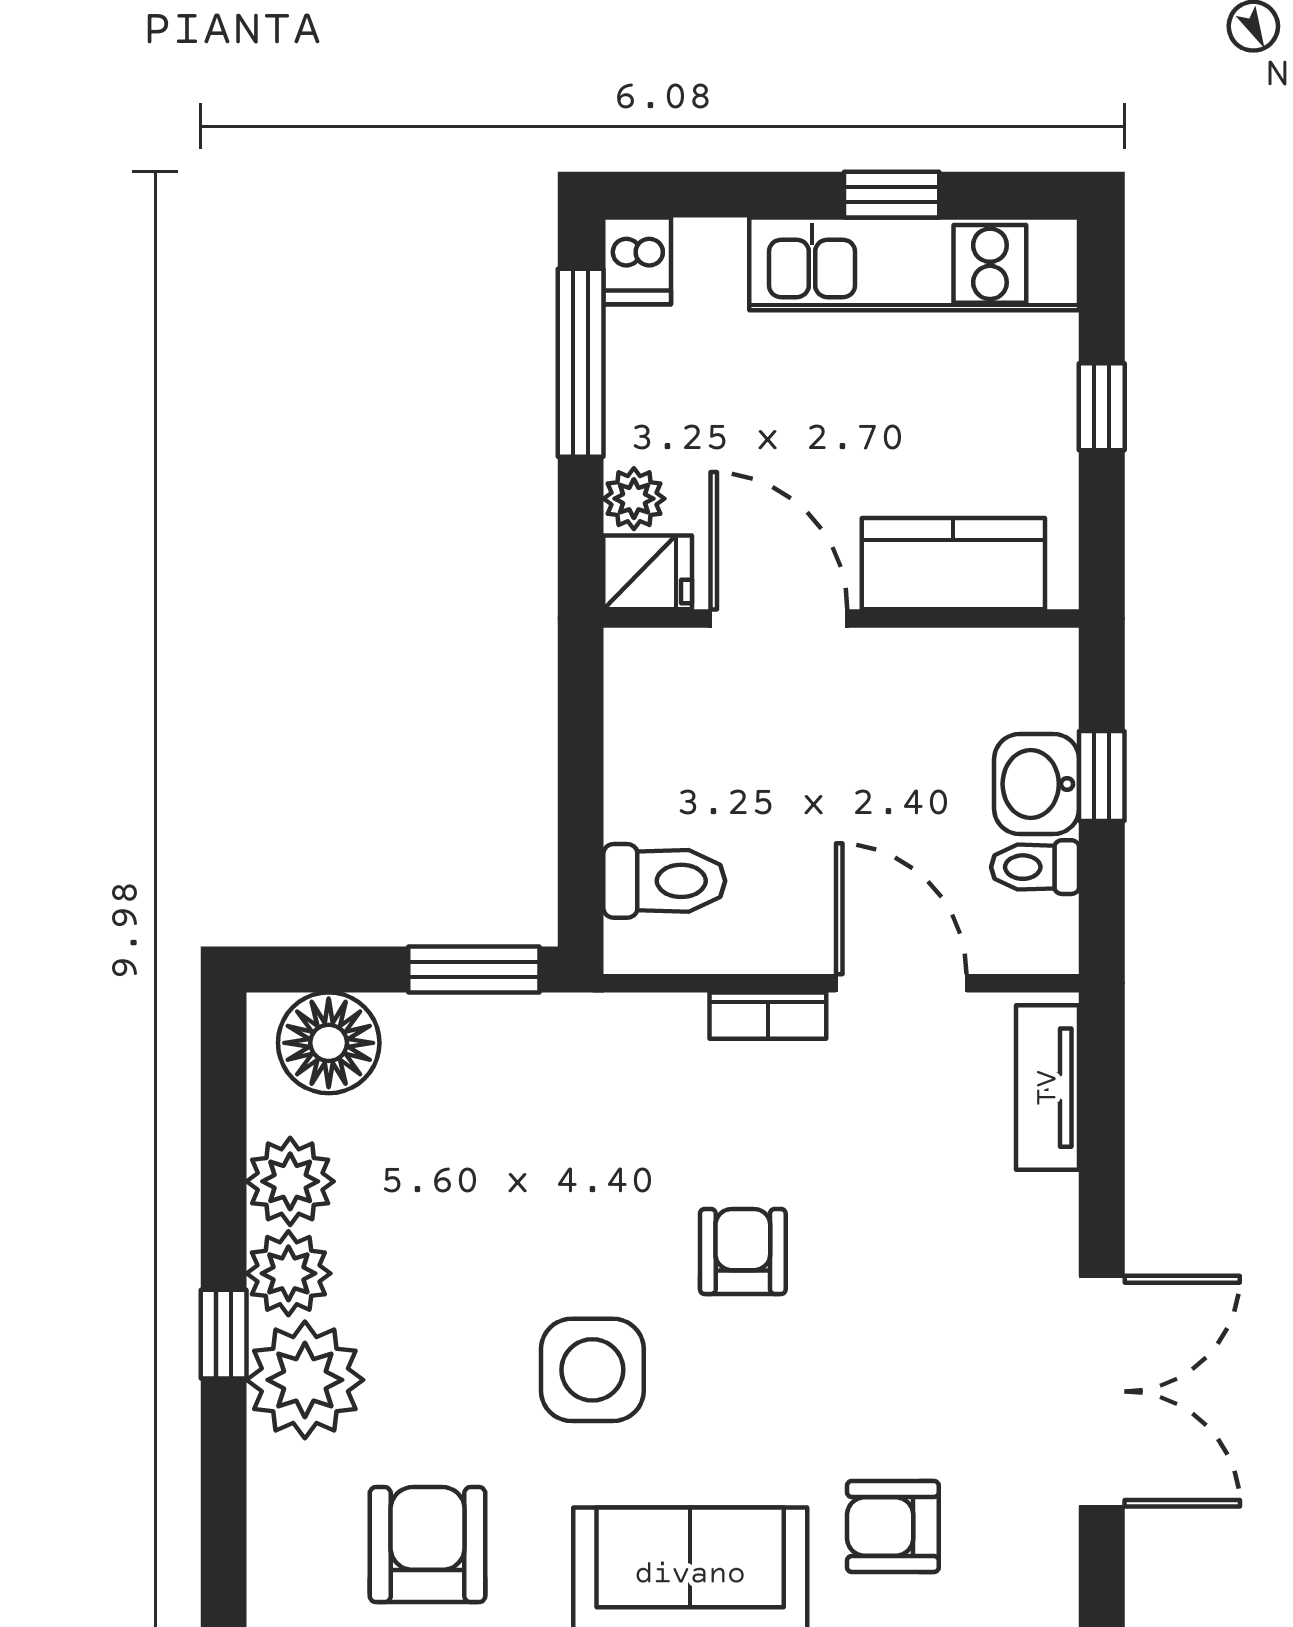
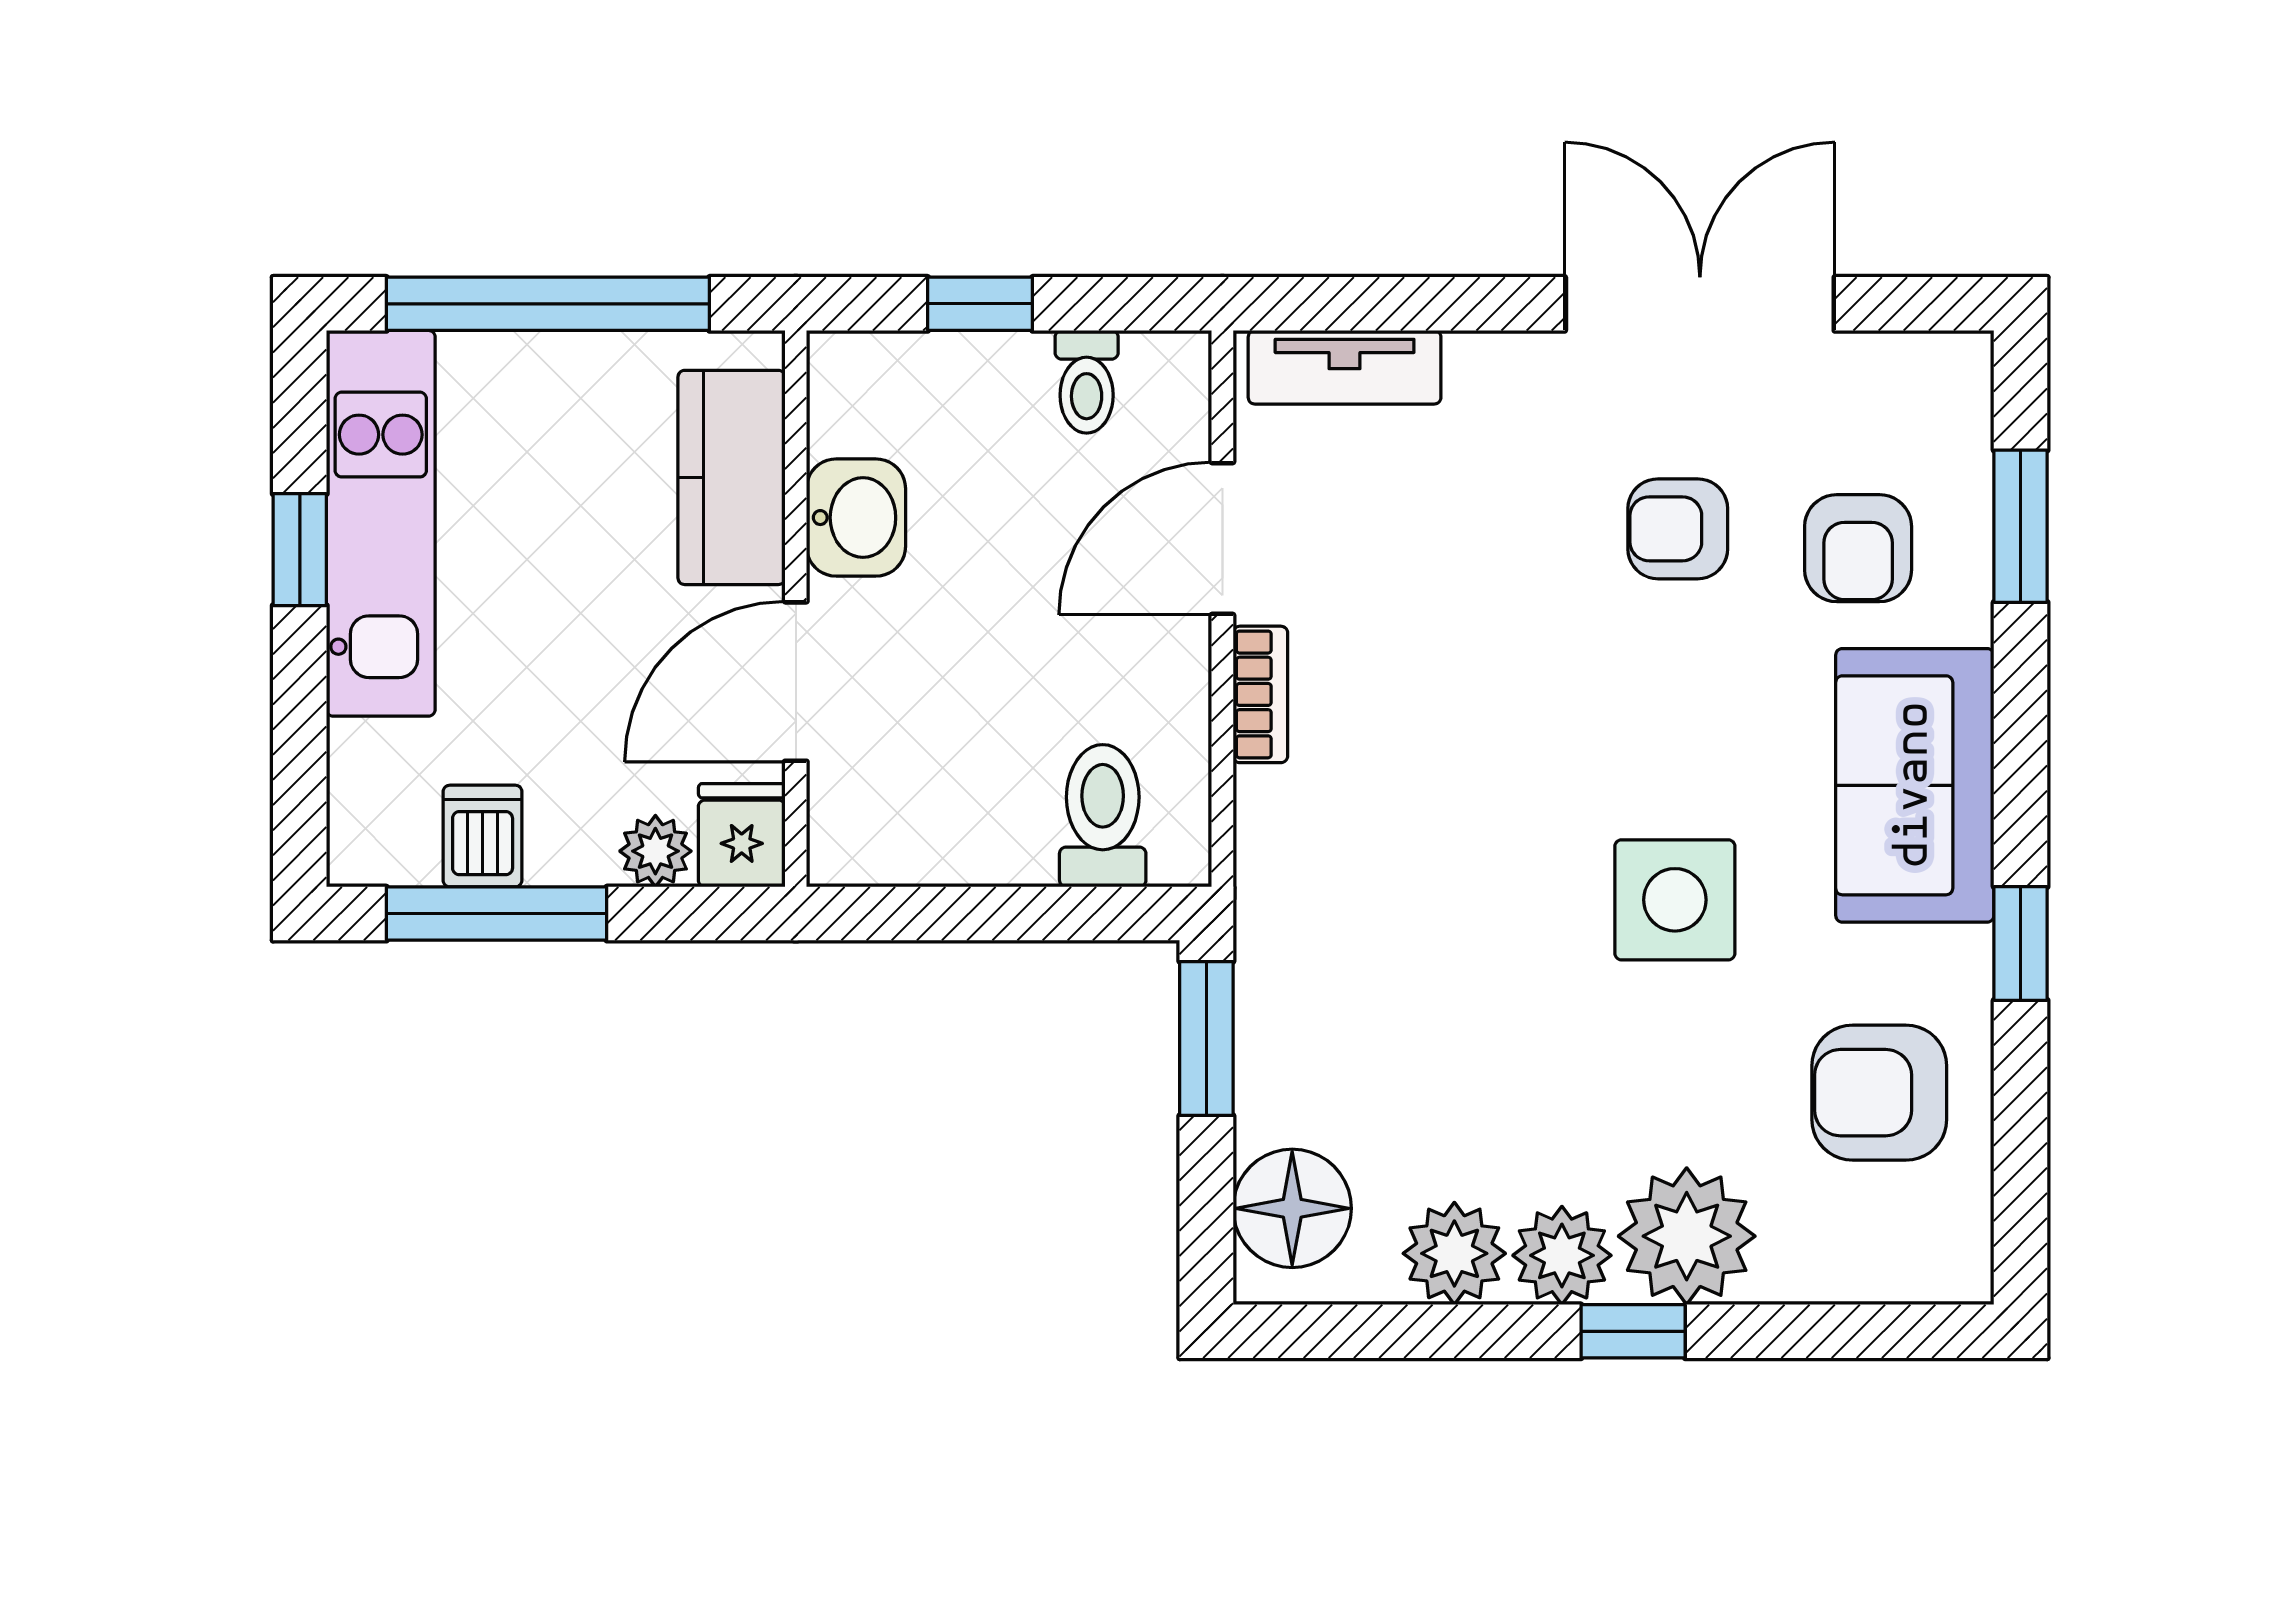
dishwasher: (637, 261) -> (483, 836), moved, turned -90
window: (1102, 407) -> (548, 304), width x3.17
washbasin: (1037, 784) -> (856, 518), moved, turned -90
armchair: (743, 1251) -> (1678, 529), moved

